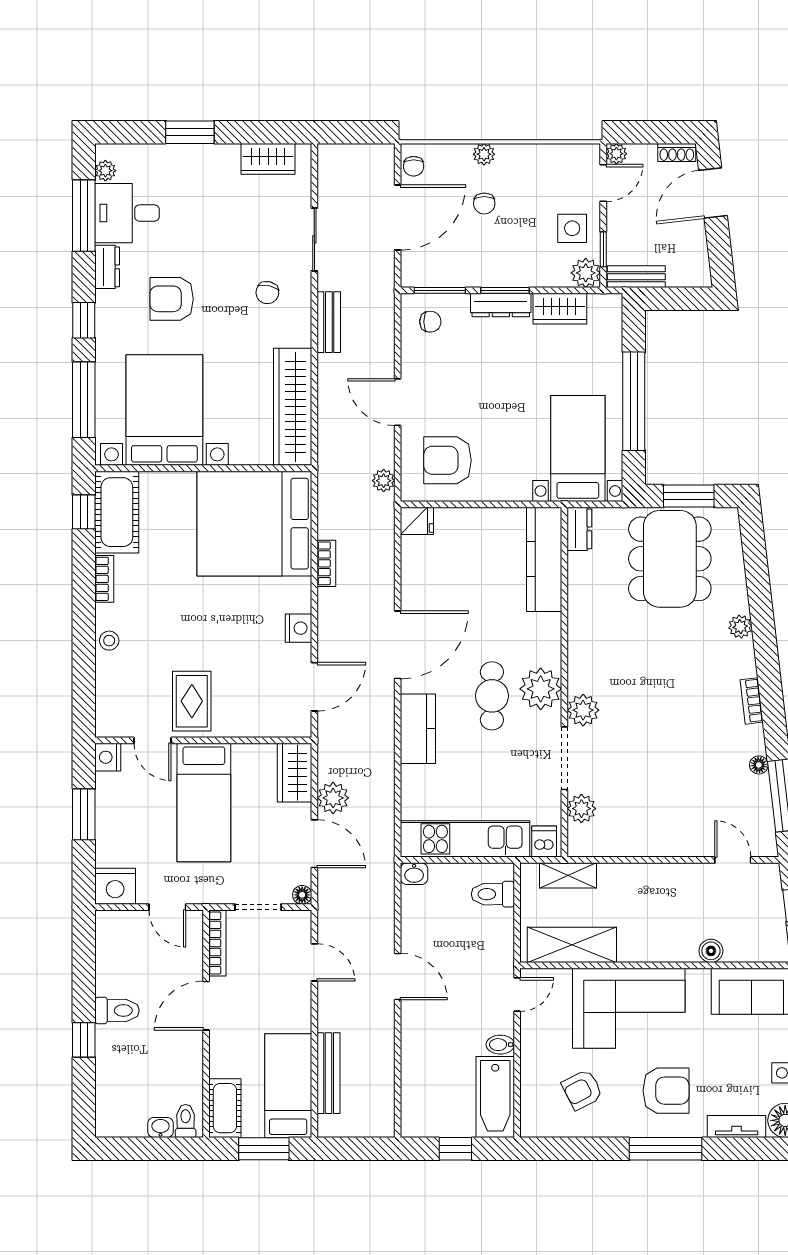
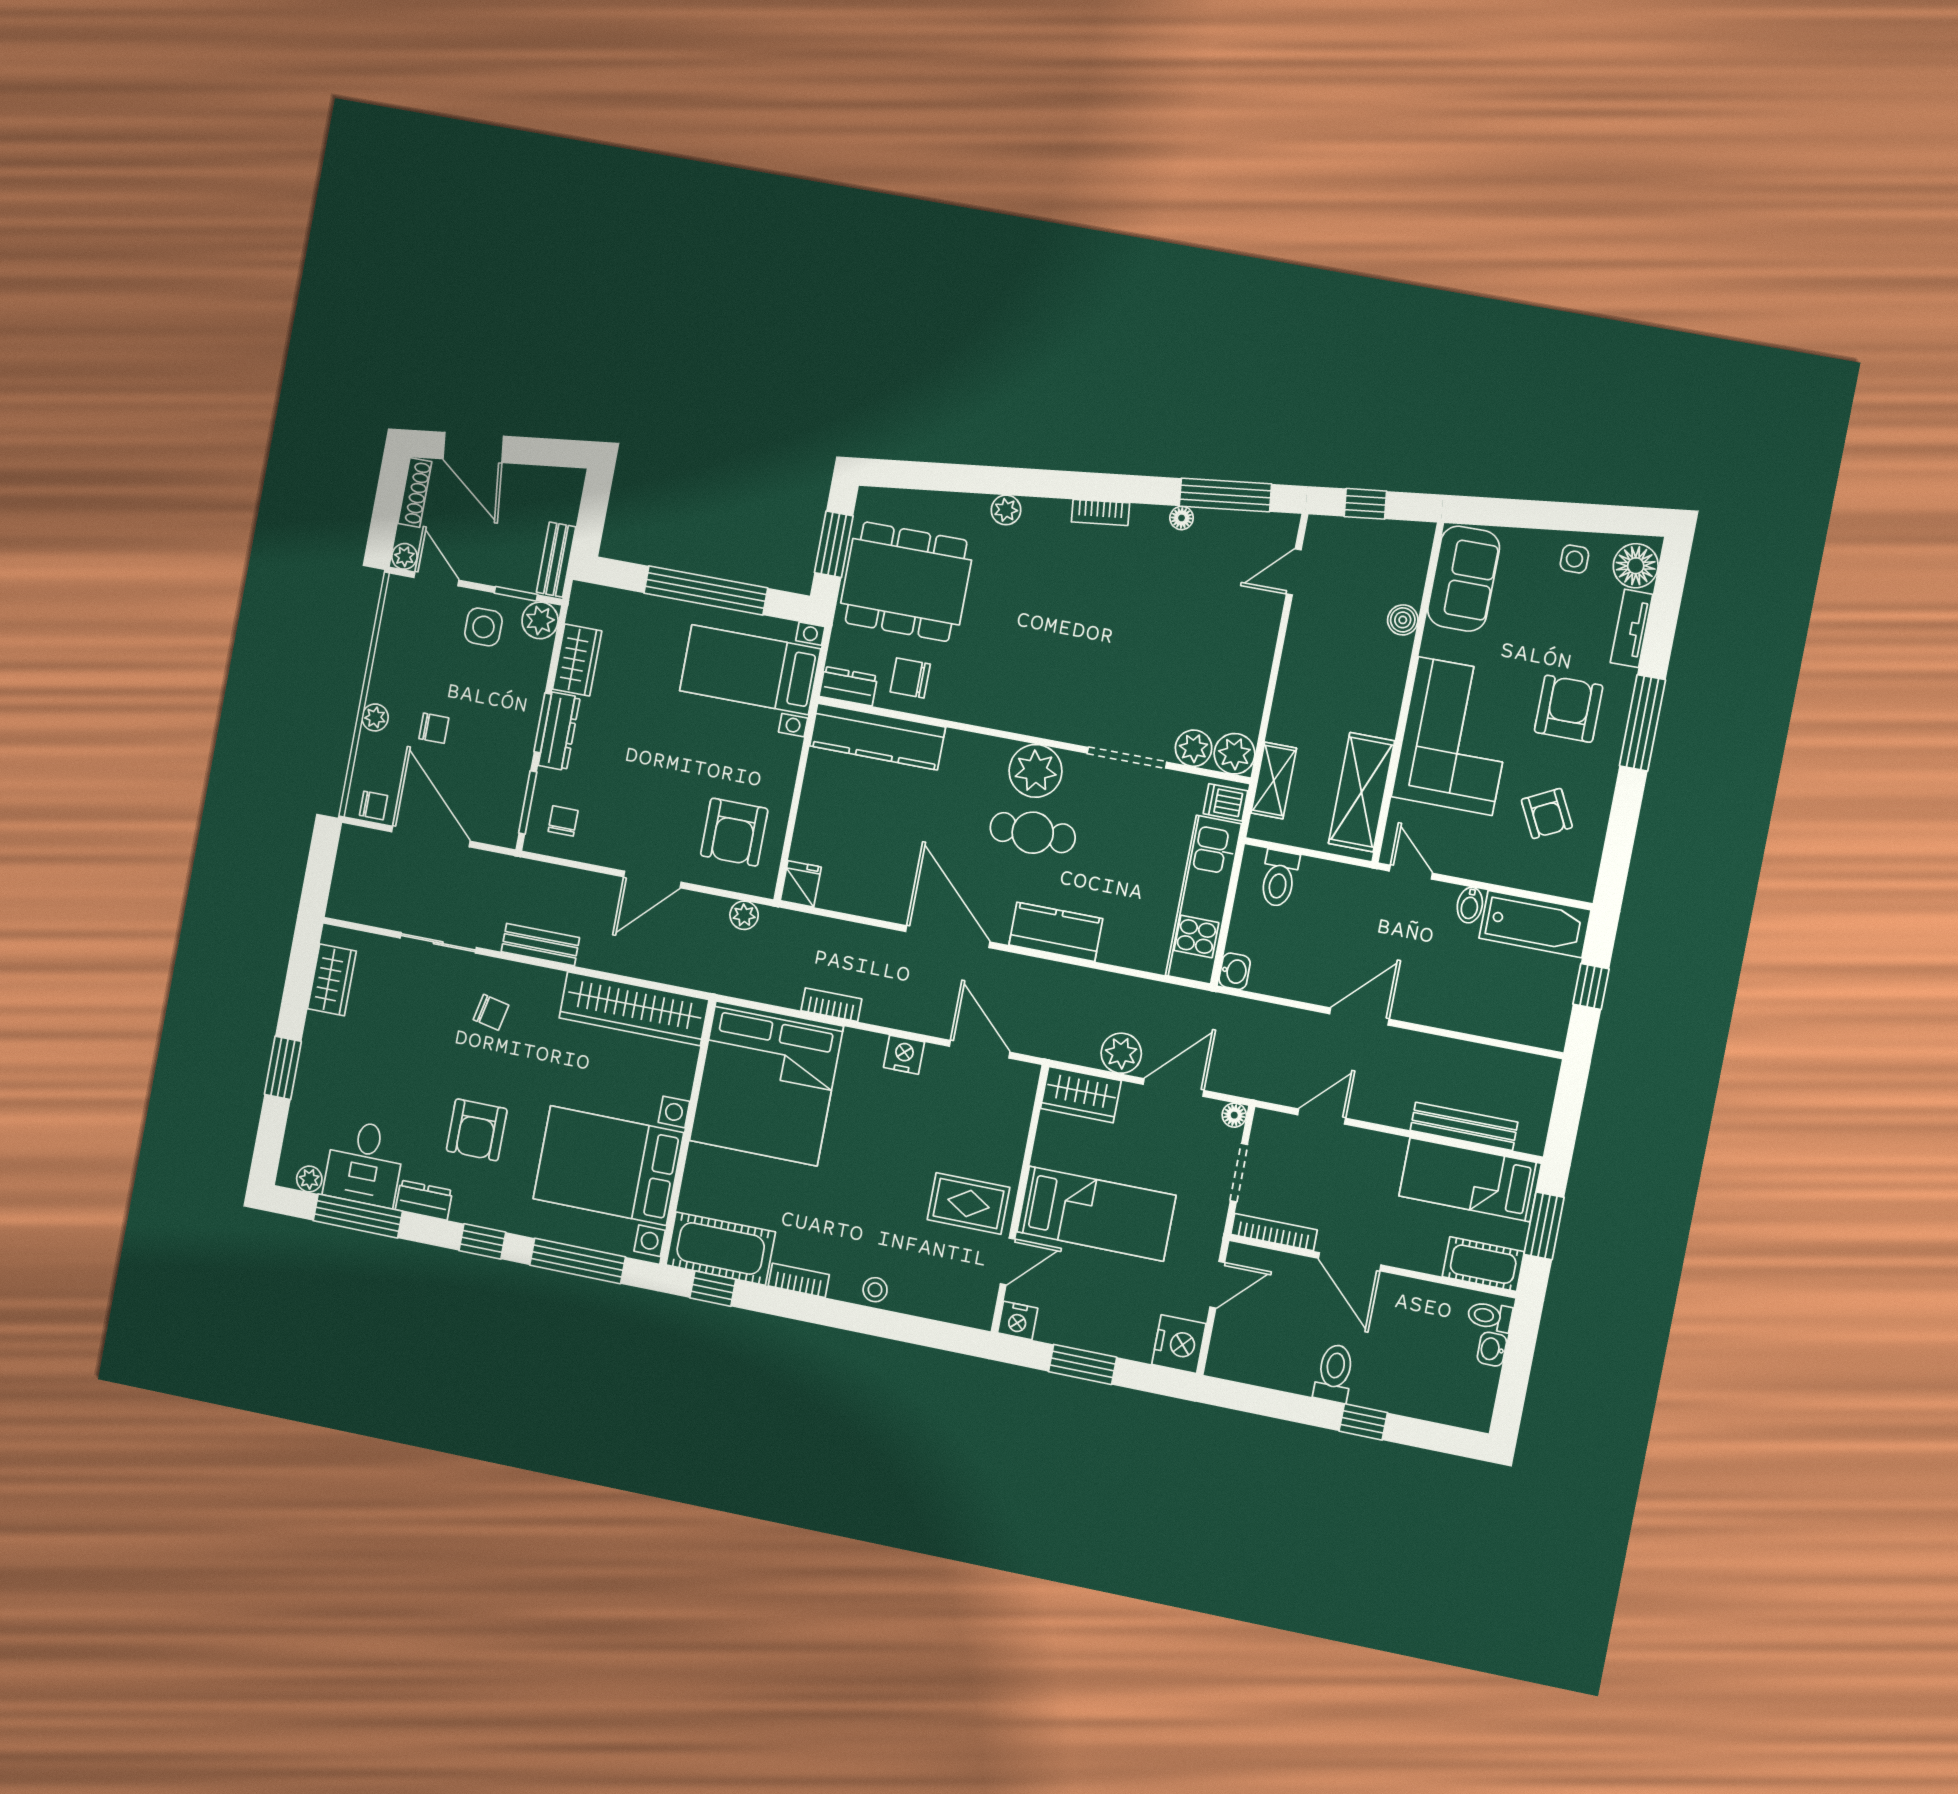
shoe rack: (677, 152) -> (415, 493), width x1.43
chair: (595, 577) -> (910, 678), added
plant: (583, 710) -> (1234, 754), moved

